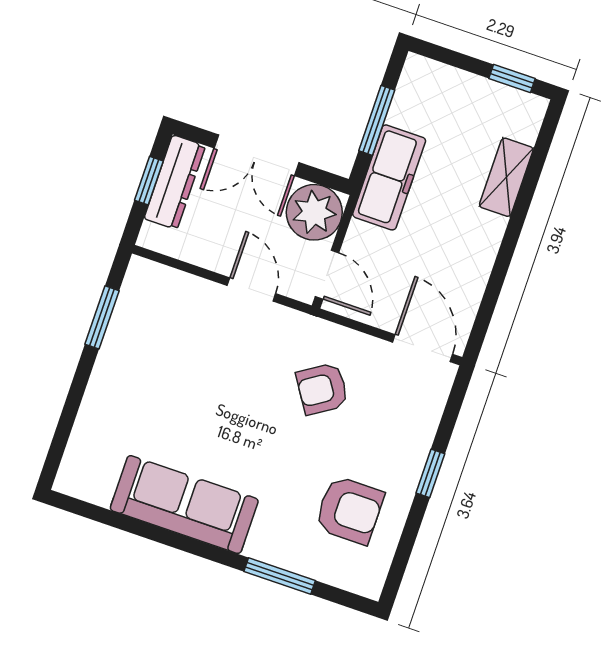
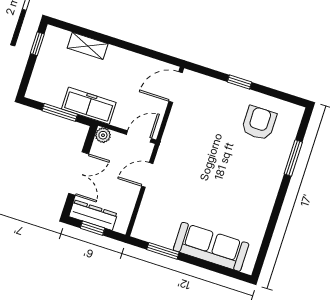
plant: (314, 212) -> (103, 135), width x0.53, depth x0.53
armchair: (322, 389) -> (197, 138), removed
sofa: (184, 505) -> (211, 247), moved, turned 90

